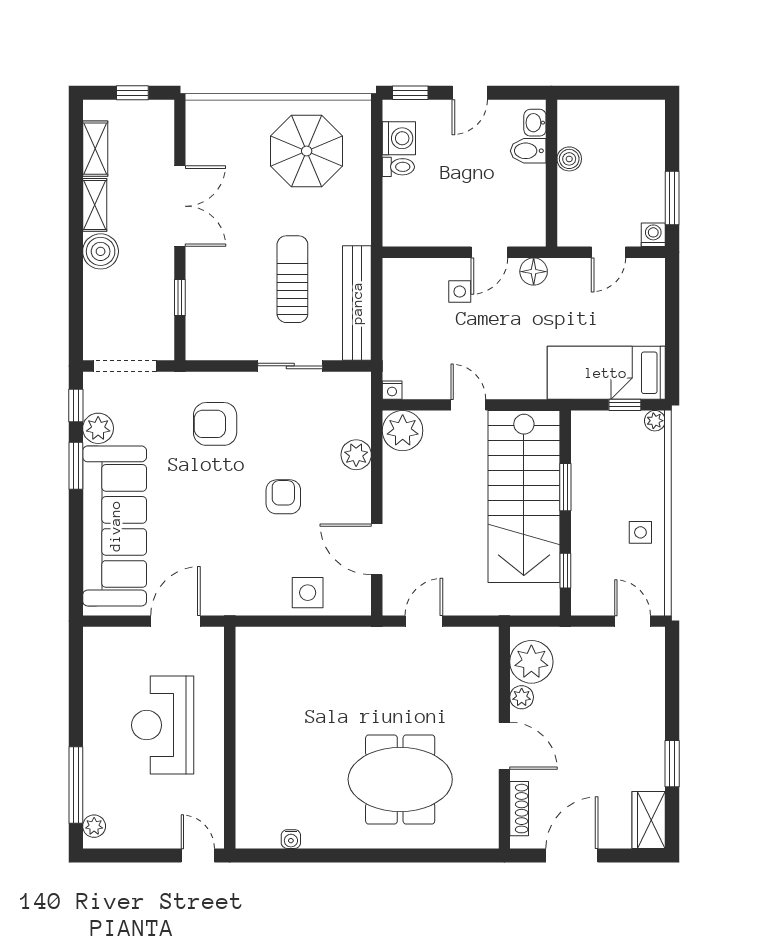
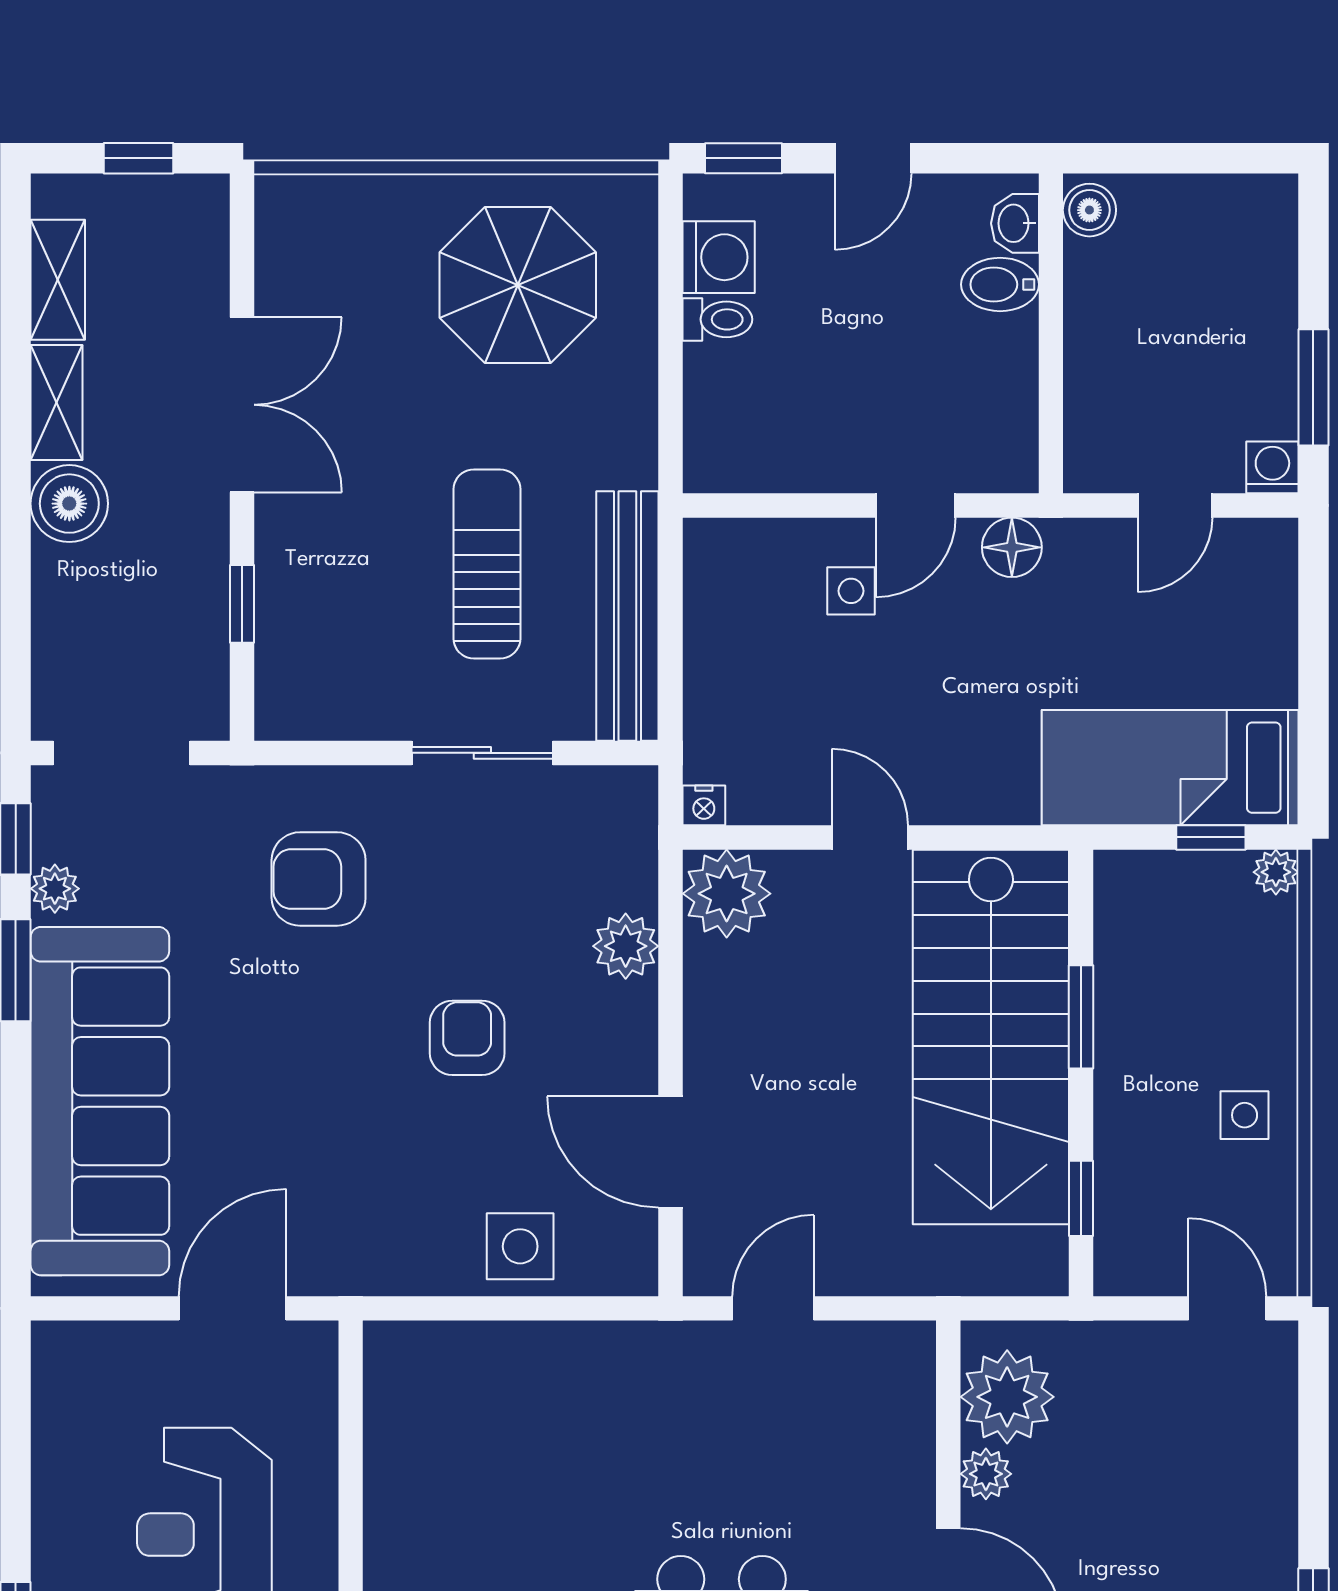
boiler: (569, 159) -> (1089, 210), moved
plant: (98, 428) -> (55, 889), width x0.73, depth x0.73

